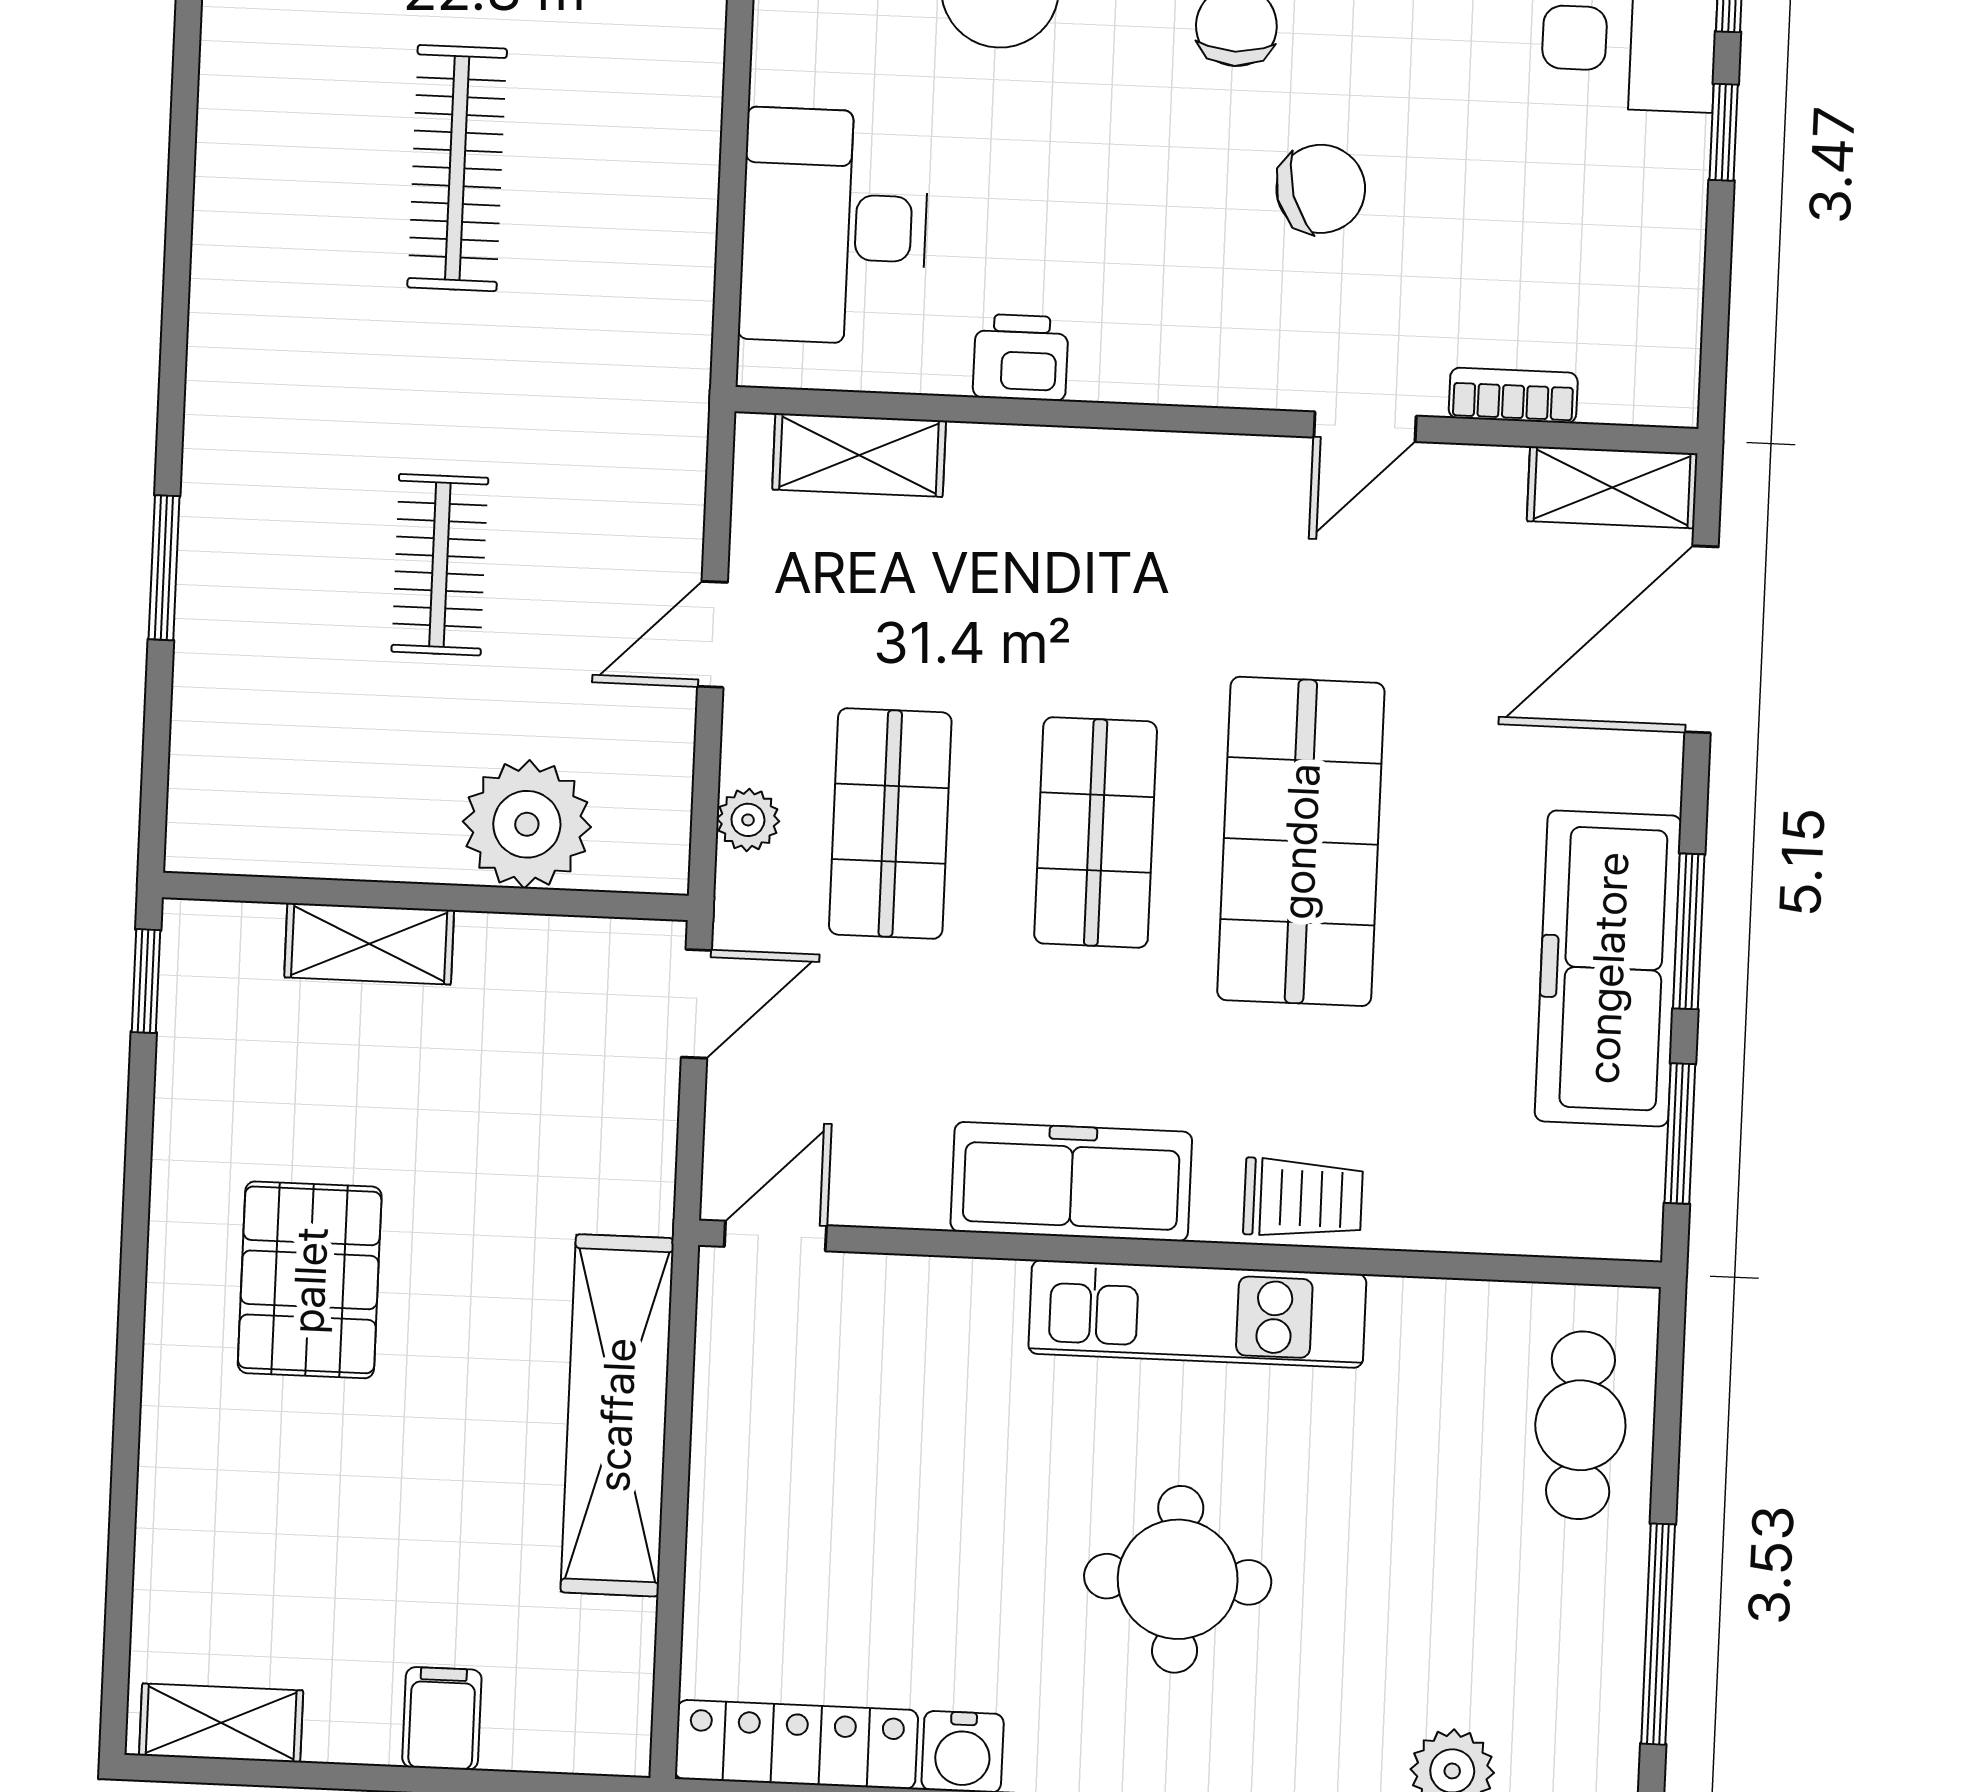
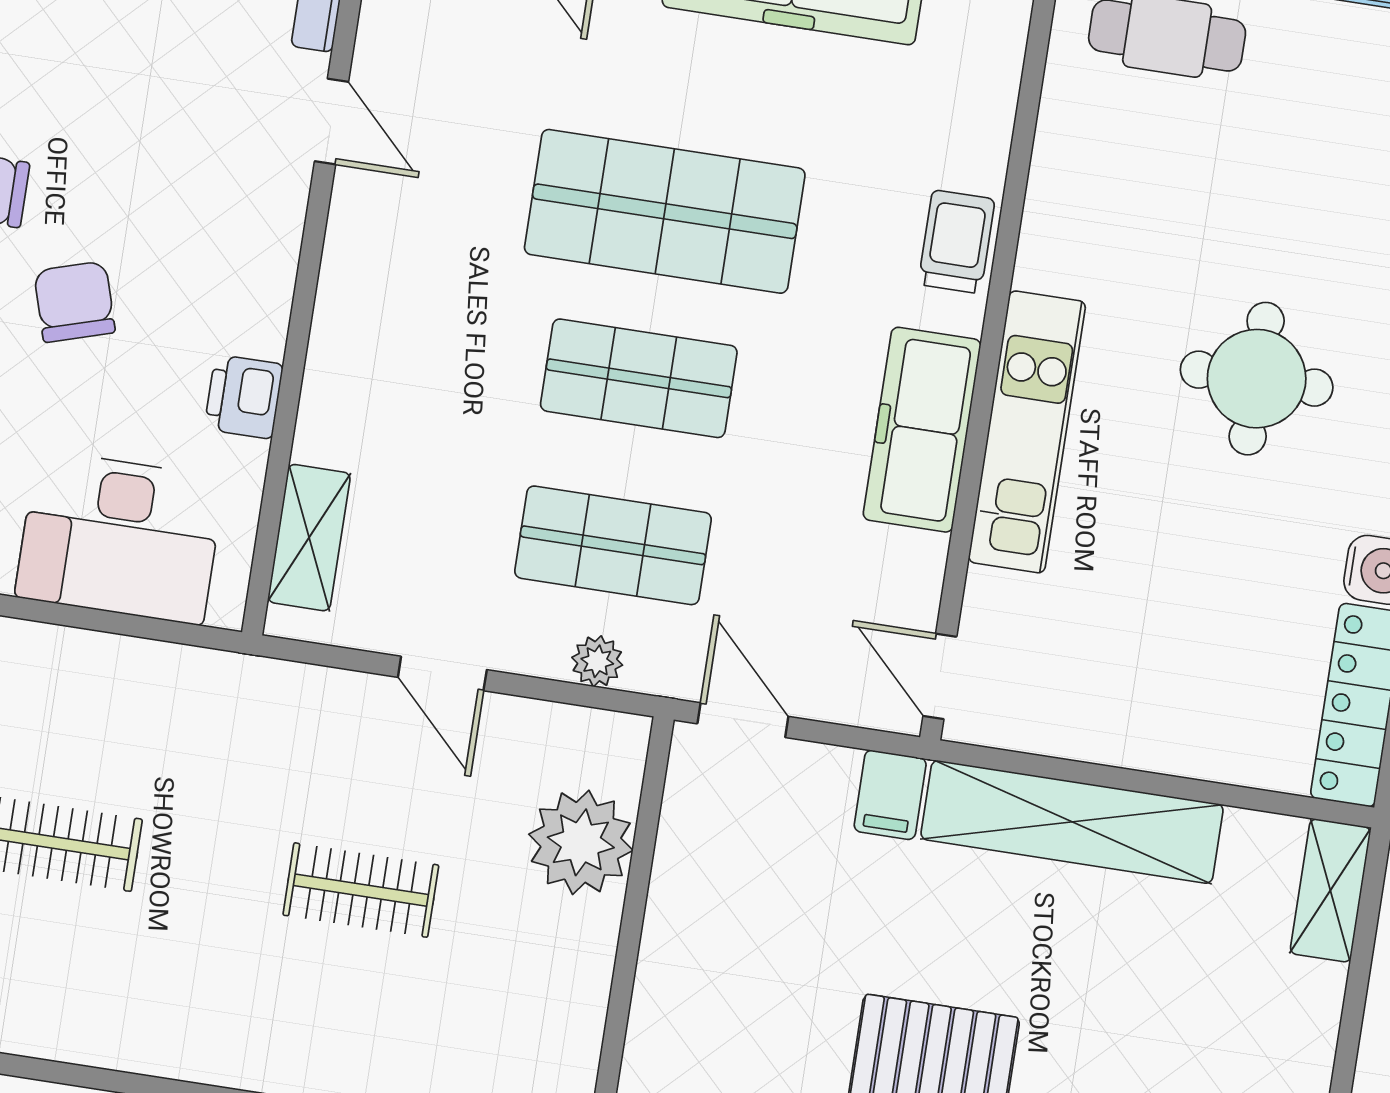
chair: (1321, 189) -> (74, 302), moved
shelving: (369, 944) -> (1330, 890), moved
kitchen unit: (1197, 1314) -> (1027, 432), moved
filing cabinet: (442, 1718) -> (890, 795), moved, turned -90

